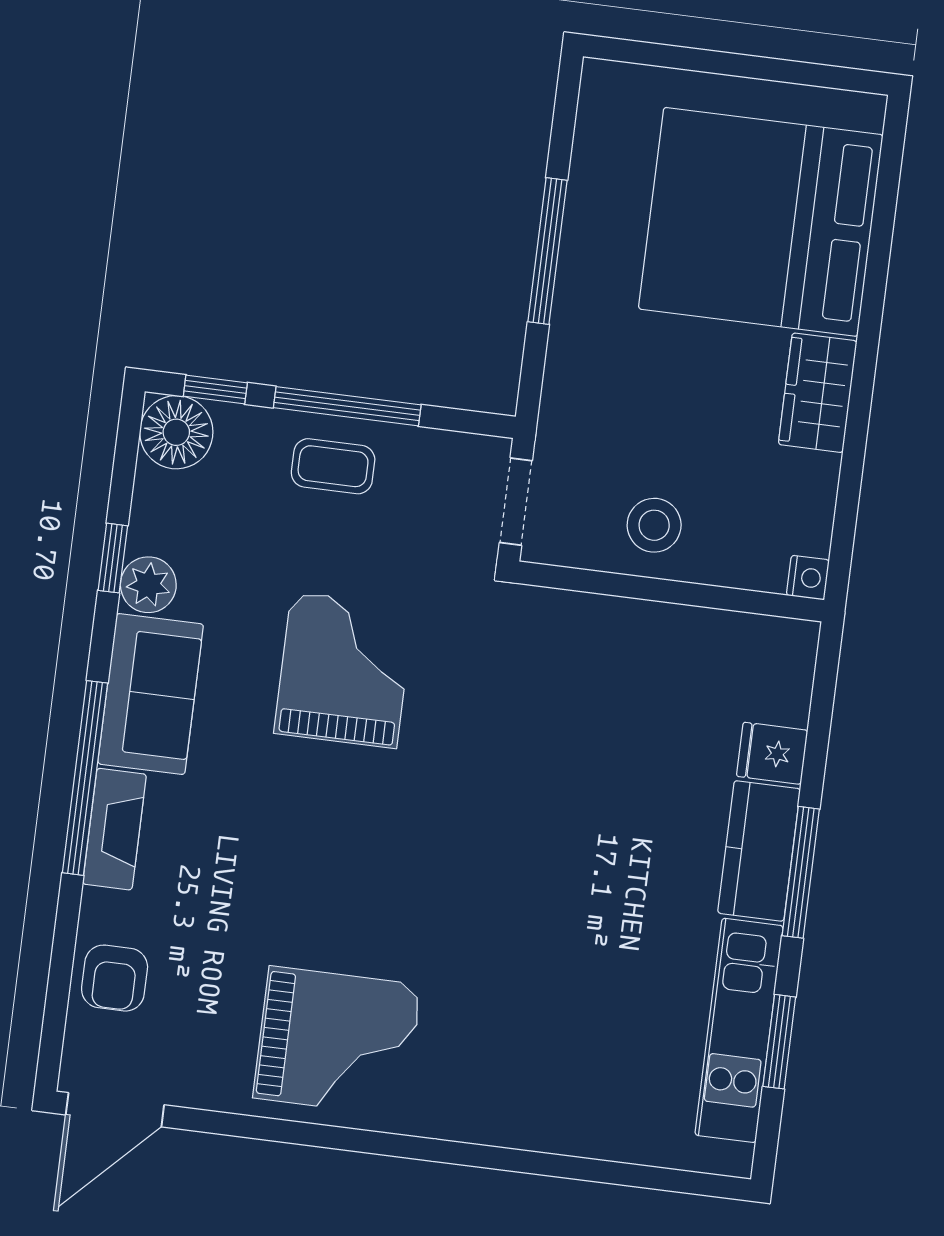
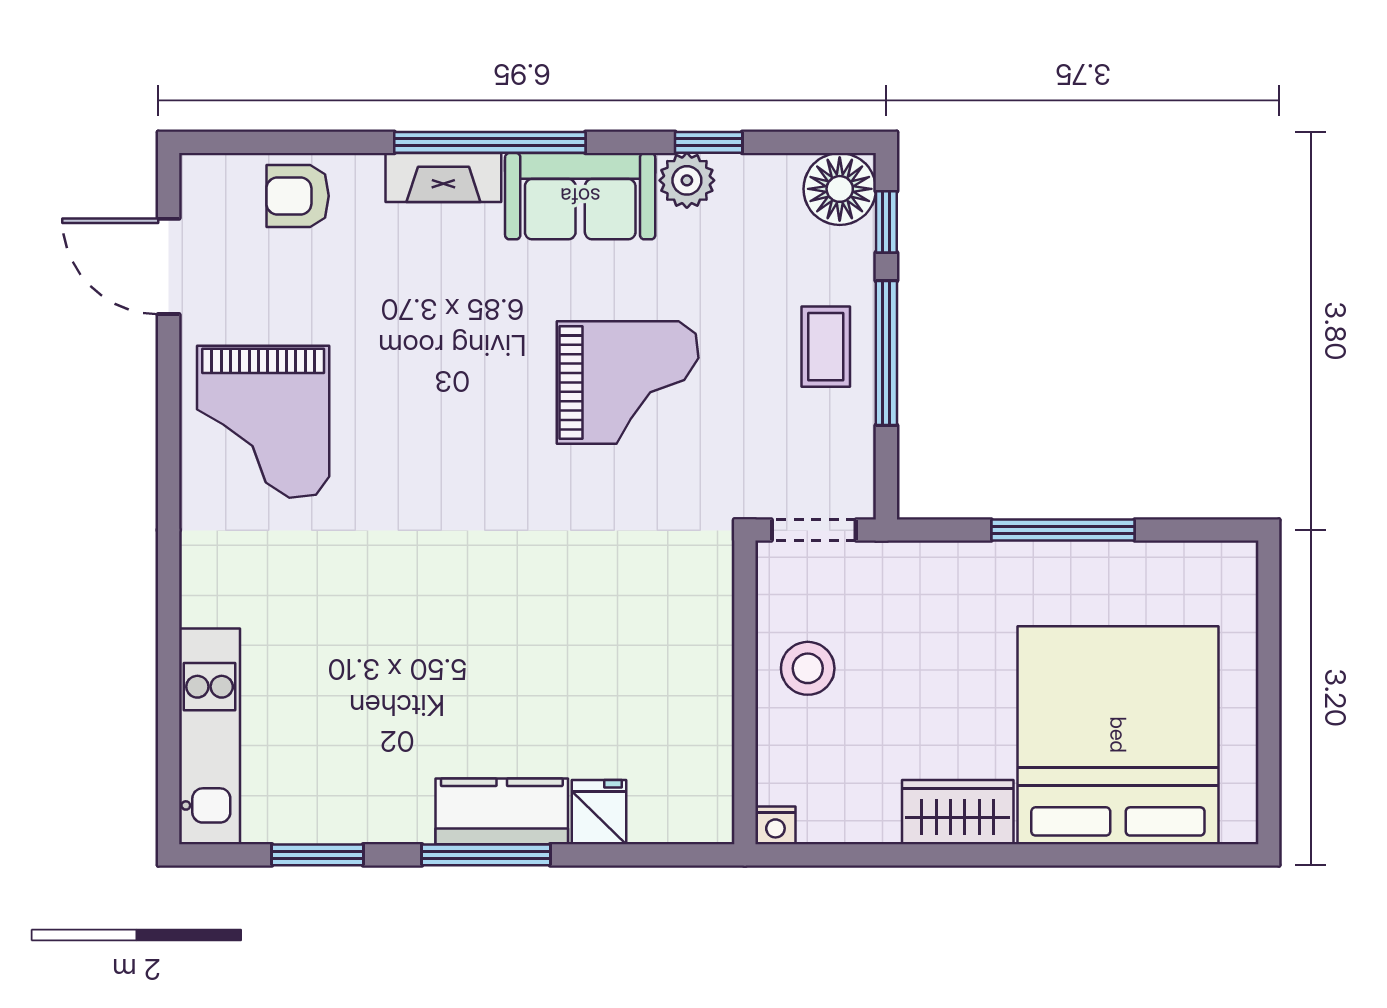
kitchen unit: (739, 1030) -> (210, 736), moved, turned 90
door: (115, 1110) -> (169, 266), moved

